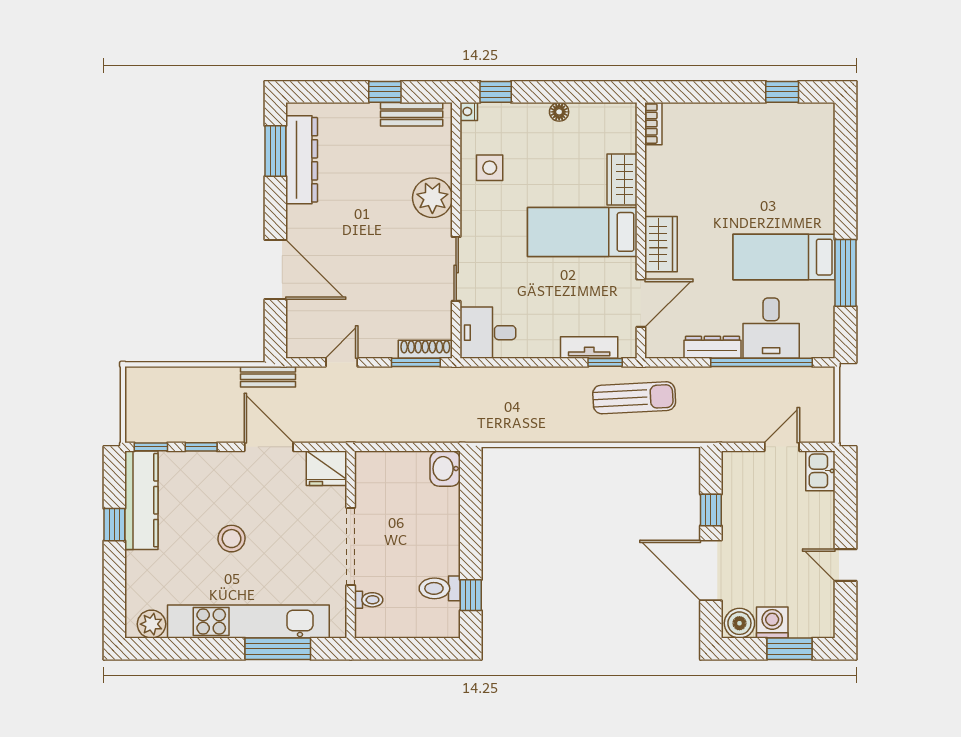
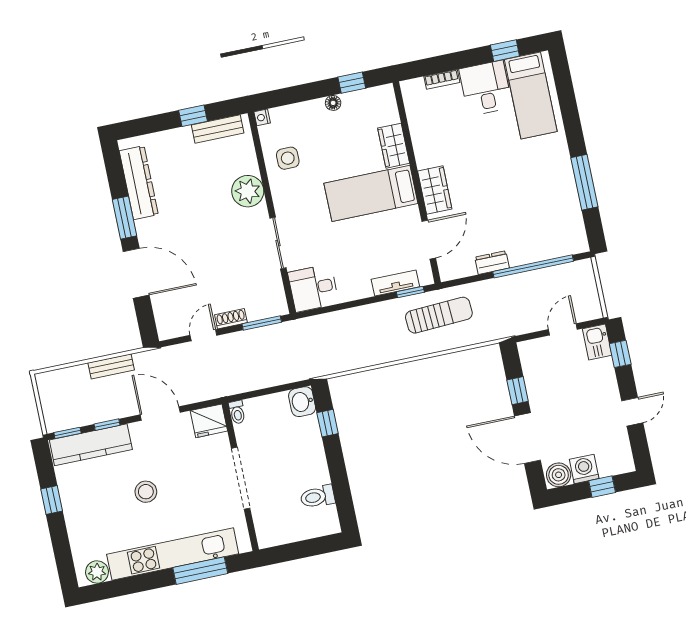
window: (496, 92) -> (352, 83), moved
bookcase: (653, 124) -> (442, 79), moved, turned 90
window: (275, 151) -> (125, 218), moved
bed: (784, 257) -> (531, 96), moved, turned -90
desk: (771, 328) -> (486, 88), moved, turned 180
dresser: (712, 347) -> (492, 263), width x0.70
shoe rack: (425, 349) -> (231, 319), moved, width x0.70
bench: (268, 377) -> (111, 366), moved
window: (846, 491) -> (620, 354), added
kitchen counter: (141, 500) -> (91, 445), moved, turned 90
door: (846, 565) -> (632, 412), swing flipped
window: (471, 595) -> (328, 423), moved
toilet: (369, 600) -> (237, 412), moved, turned 90
window: (790, 649) -> (602, 487), width x0.67

